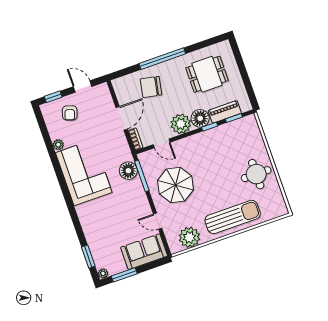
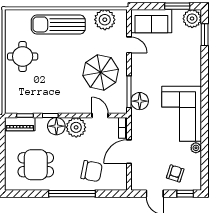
piano: (225, 112) -> (20, 124), moved
plant: (103, 273) -> (192, 19), width x1.88, depth x1.88

